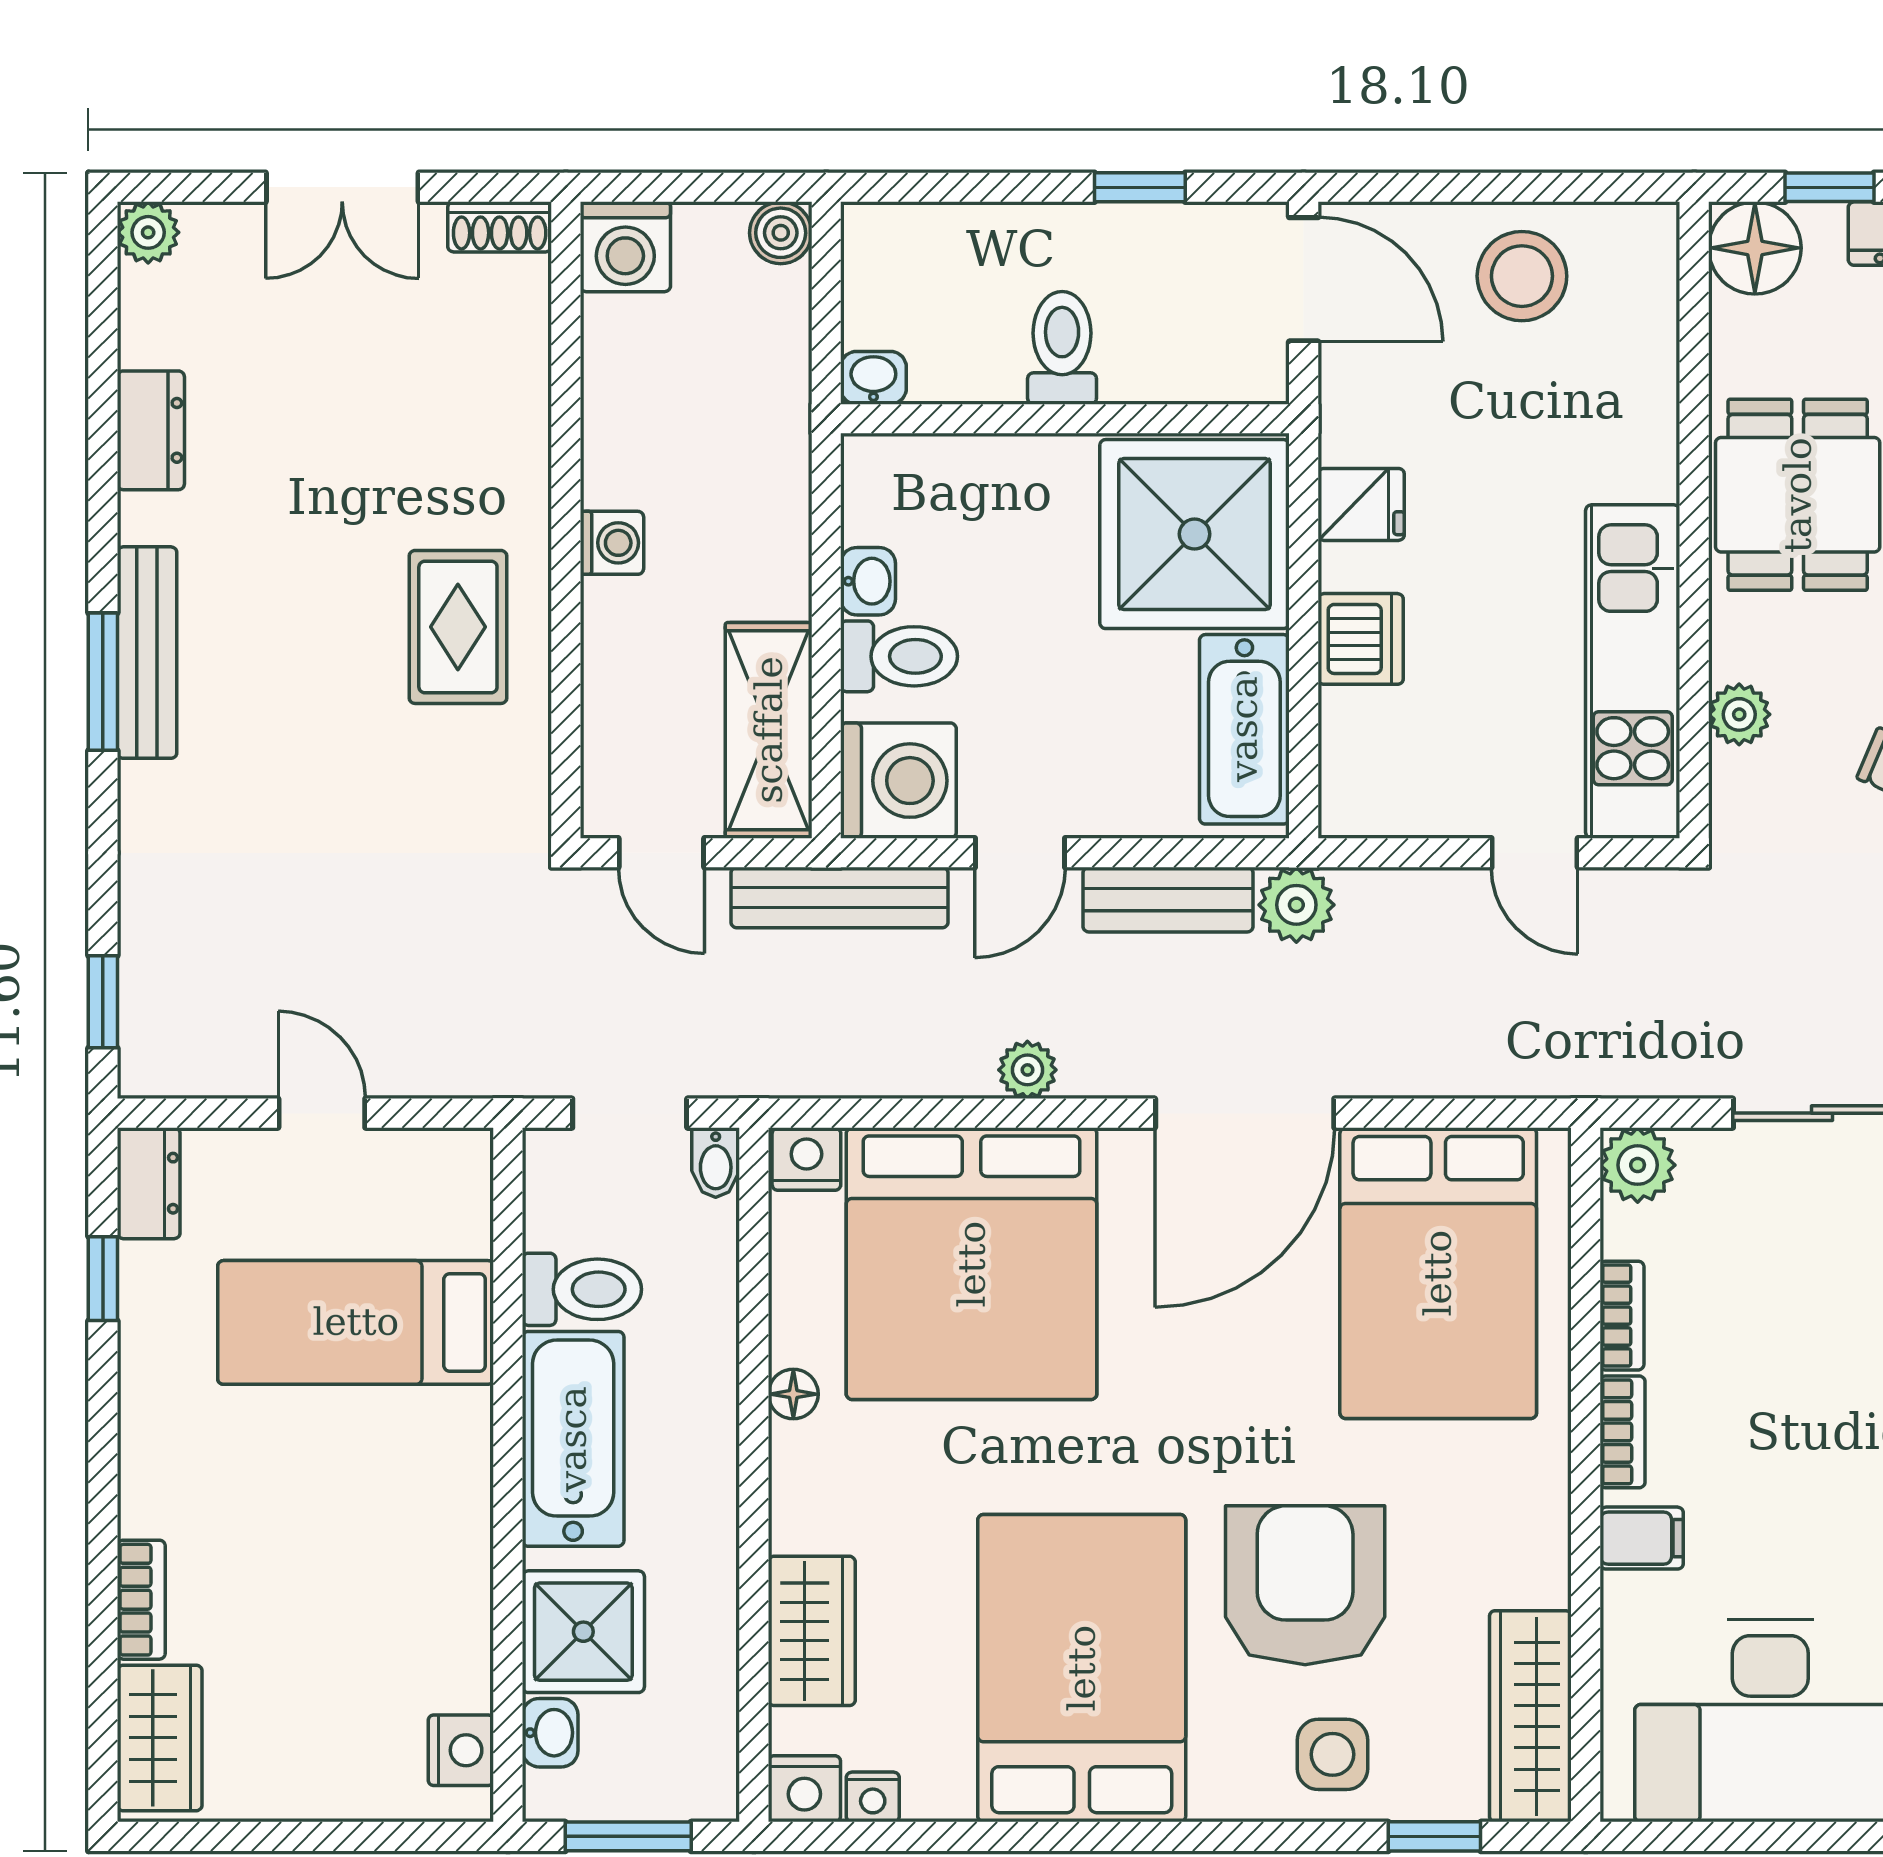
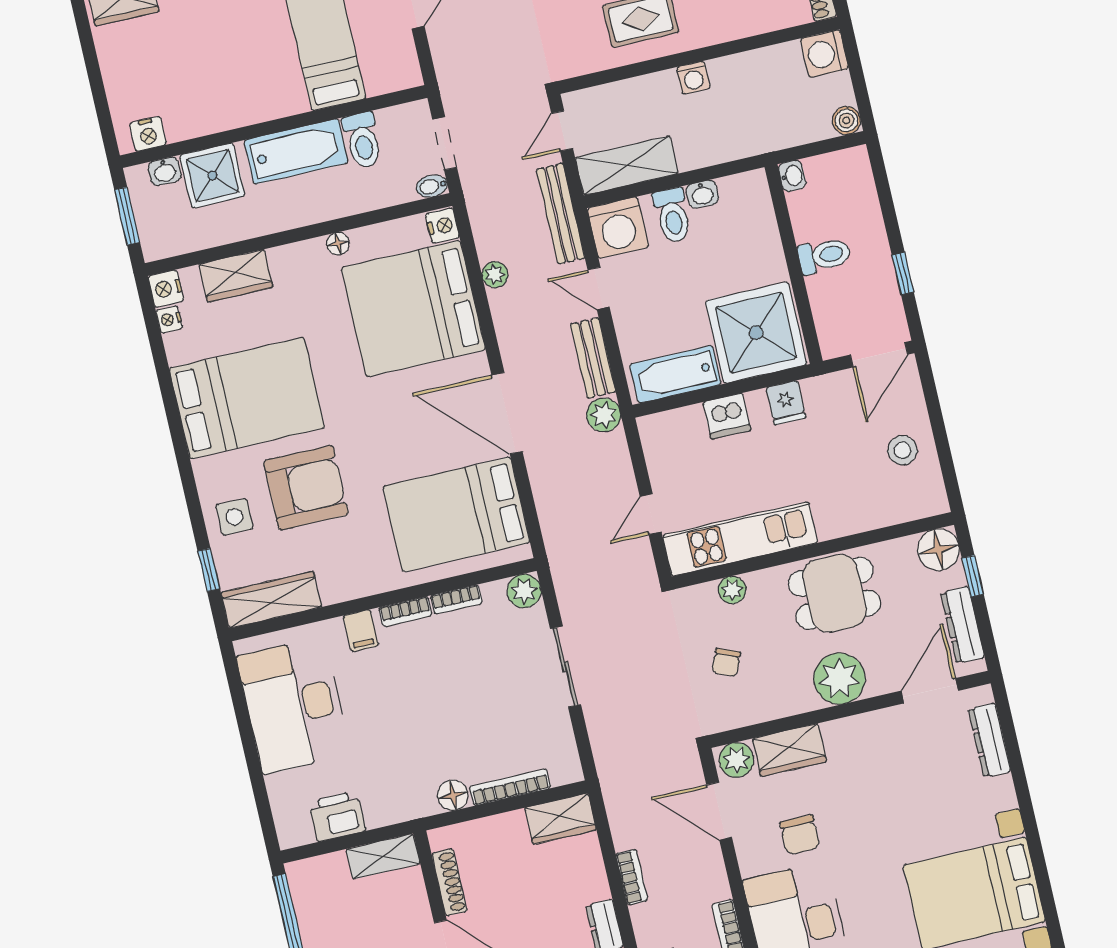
stool: (1522, 276) -> (903, 450), width x0.73, depth x0.73
plant: (1027, 1070) -> (495, 275), moved

